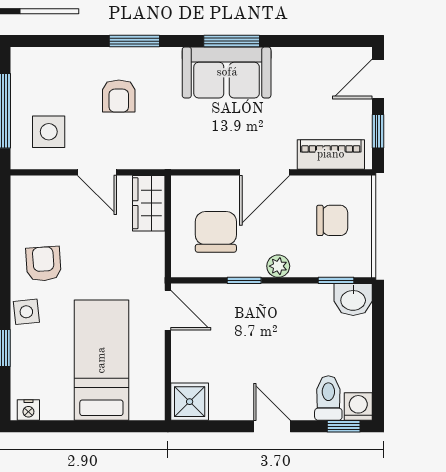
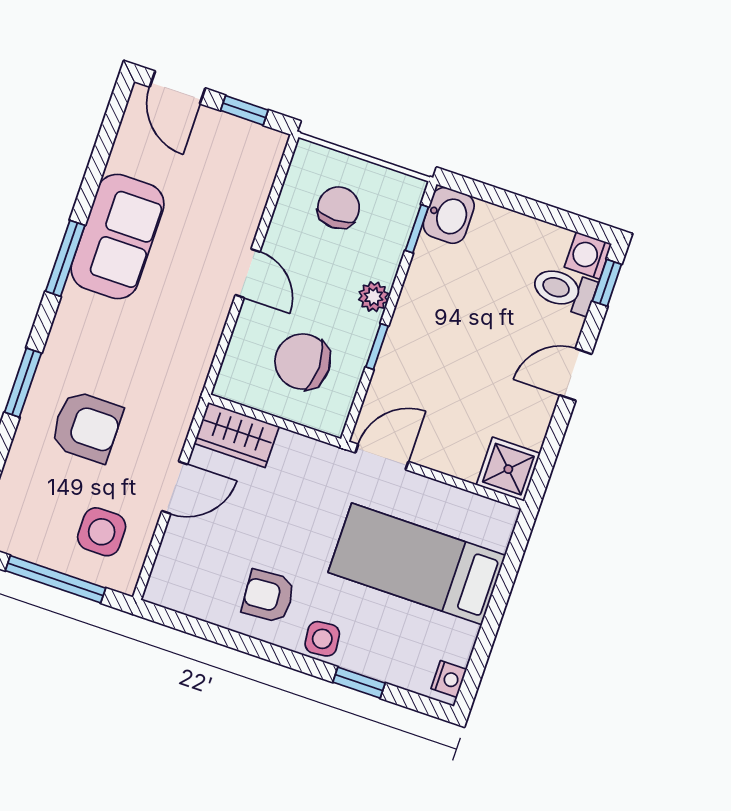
sofa: (227, 72) -> (118, 237), moved
armchair: (119, 96) -> (86, 427), width x1.38, depth x1.38
piano: (331, 154) -> (254, 181), removed
door: (265, 172) -> (248, 273), width x0.73

